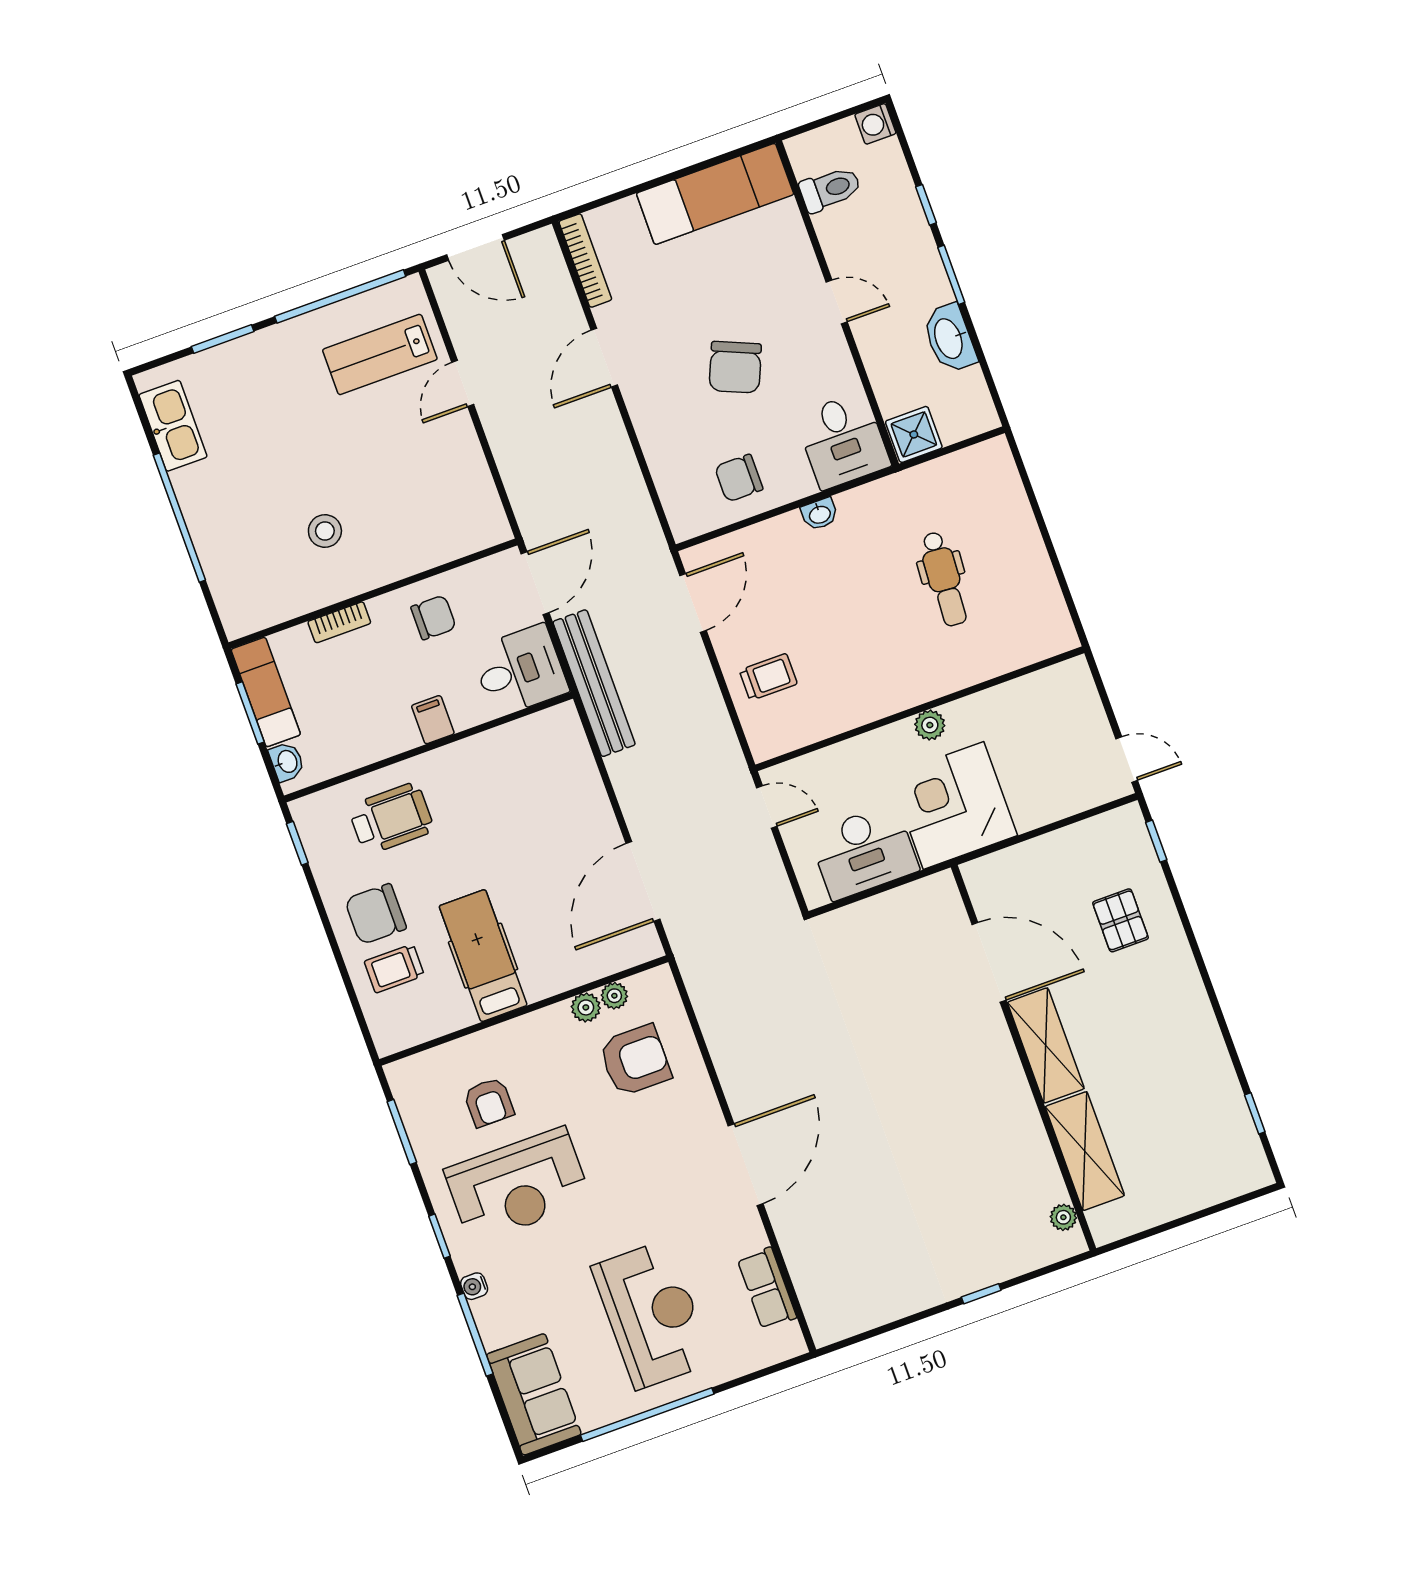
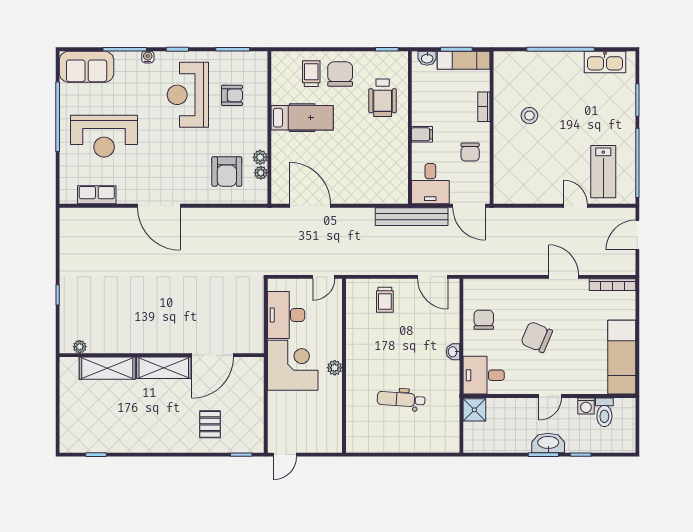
washing machine: (875, 124) -> (586, 406), moved, turned 180
washbasin: (949, 338) -> (548, 443), moved
lab bench: (380, 354) -> (603, 172), turned 180
pallet: (1120, 920) -> (210, 424), turned 90
armchair: (489, 1102) -> (232, 95), turned 180

